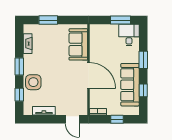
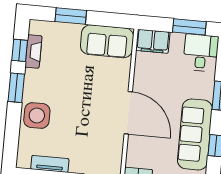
filing cabinet: (99, 31) -> (153, 41), added
sofa: (78, 44) -> (107, 41), moved, turned -90
window: (19, 95) -> (20, 50), moved

